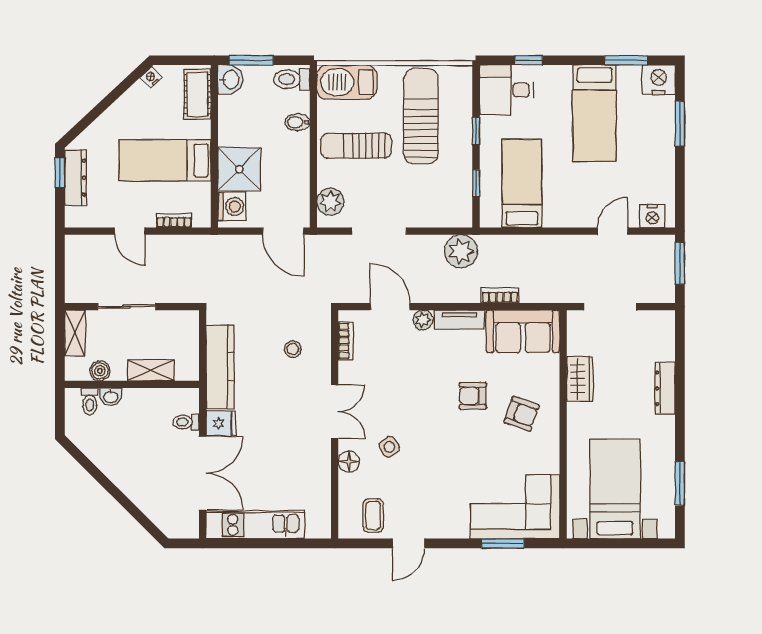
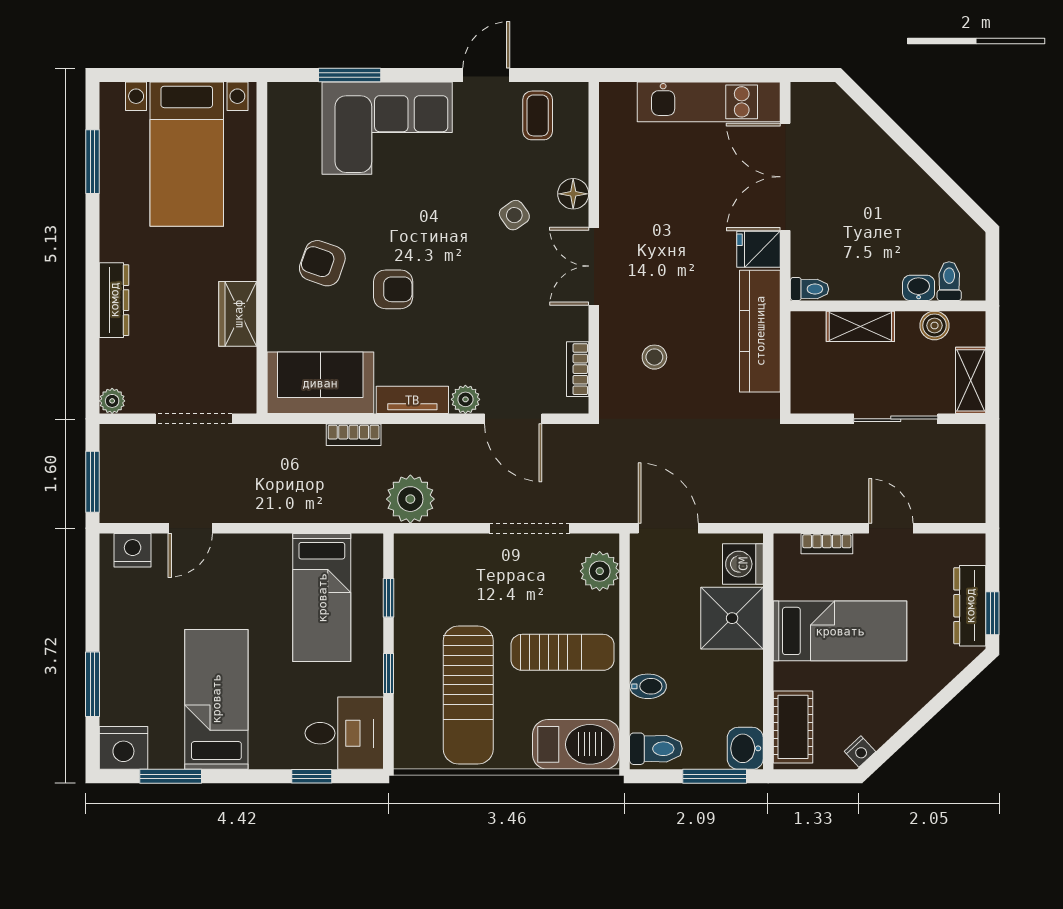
plant: (666, 319) -> (112, 401), added
toilet: (186, 422) -> (810, 289), moved
corner sofa: (515, 507) -> (387, 128), moved

